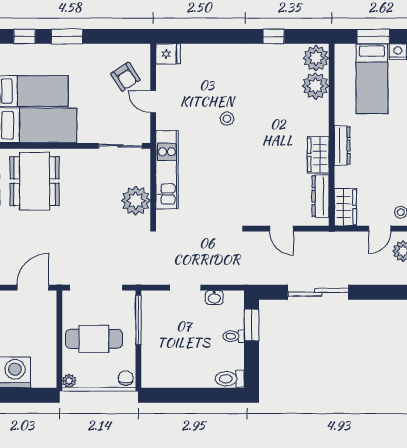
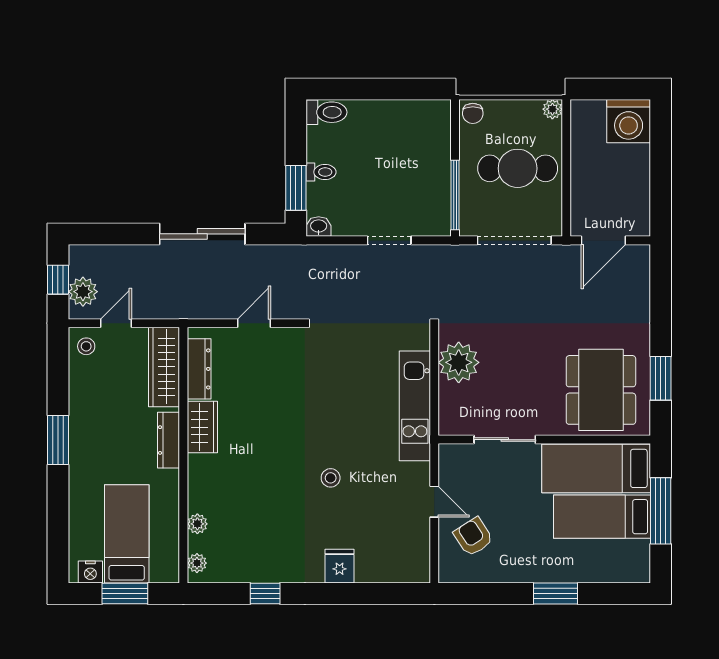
window: (24, 36) -> (615, 593), removed
fridge: (168, 54) -> (340, 566), moved, turned 90
plant: (316, 58) -> (197, 563), width x0.53, depth x0.53
plant: (315, 86) -> (197, 524), width x0.53, depth x0.53
sliding door: (120, 146) -> (505, 440), moved
wardrobe: (345, 207) -> (164, 367), width x1.50
door: (281, 229) -> (254, 323), hinge flipped
washbasin: (214, 297) -> (319, 227), moved

